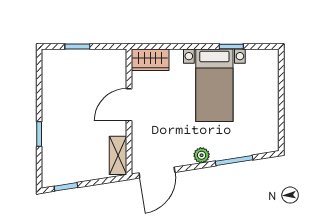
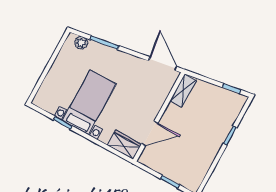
door: (129, 105) -> (150, 133), moved
plant: (202, 155) -> (81, 43), moved
door: (157, 173) -> (163, 64), hinge flipped

